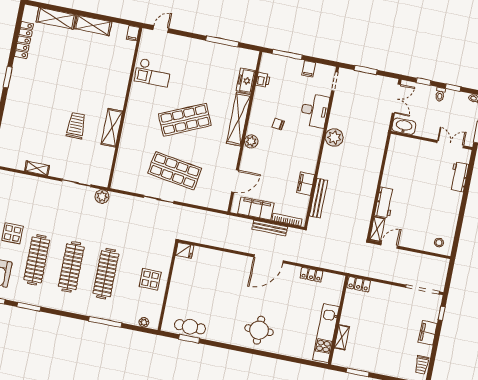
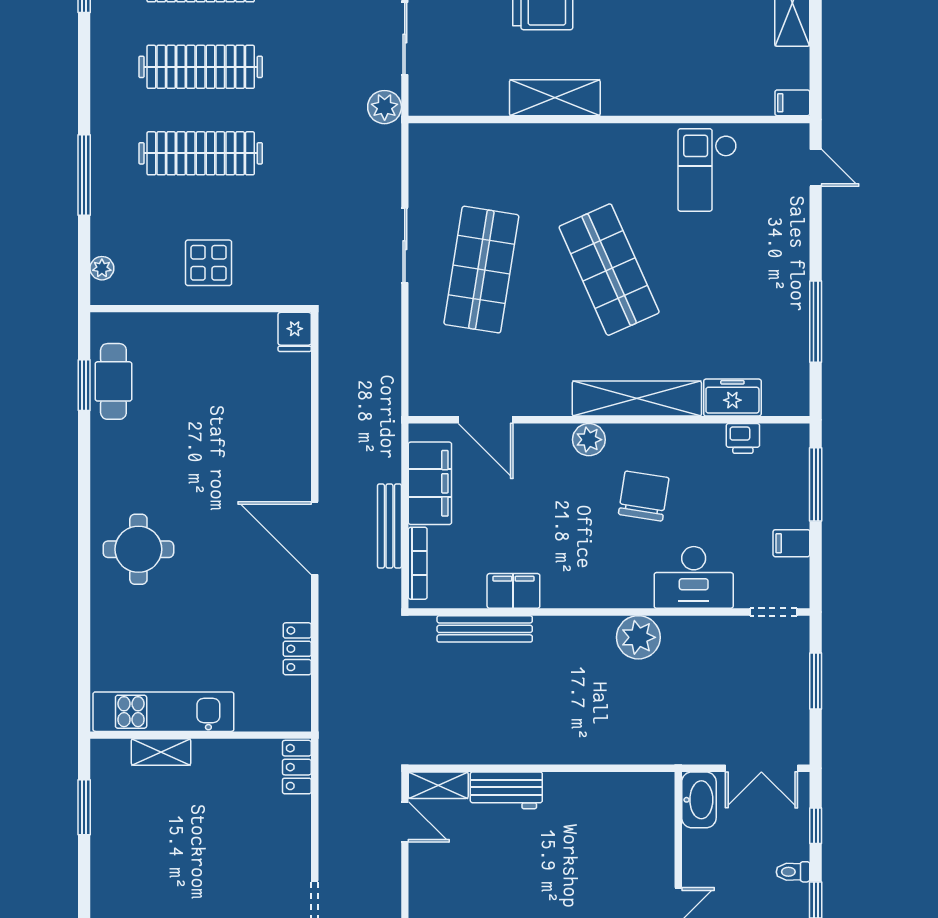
chair: (278, 124) -> (644, 496), width x1.87, depth x1.87

